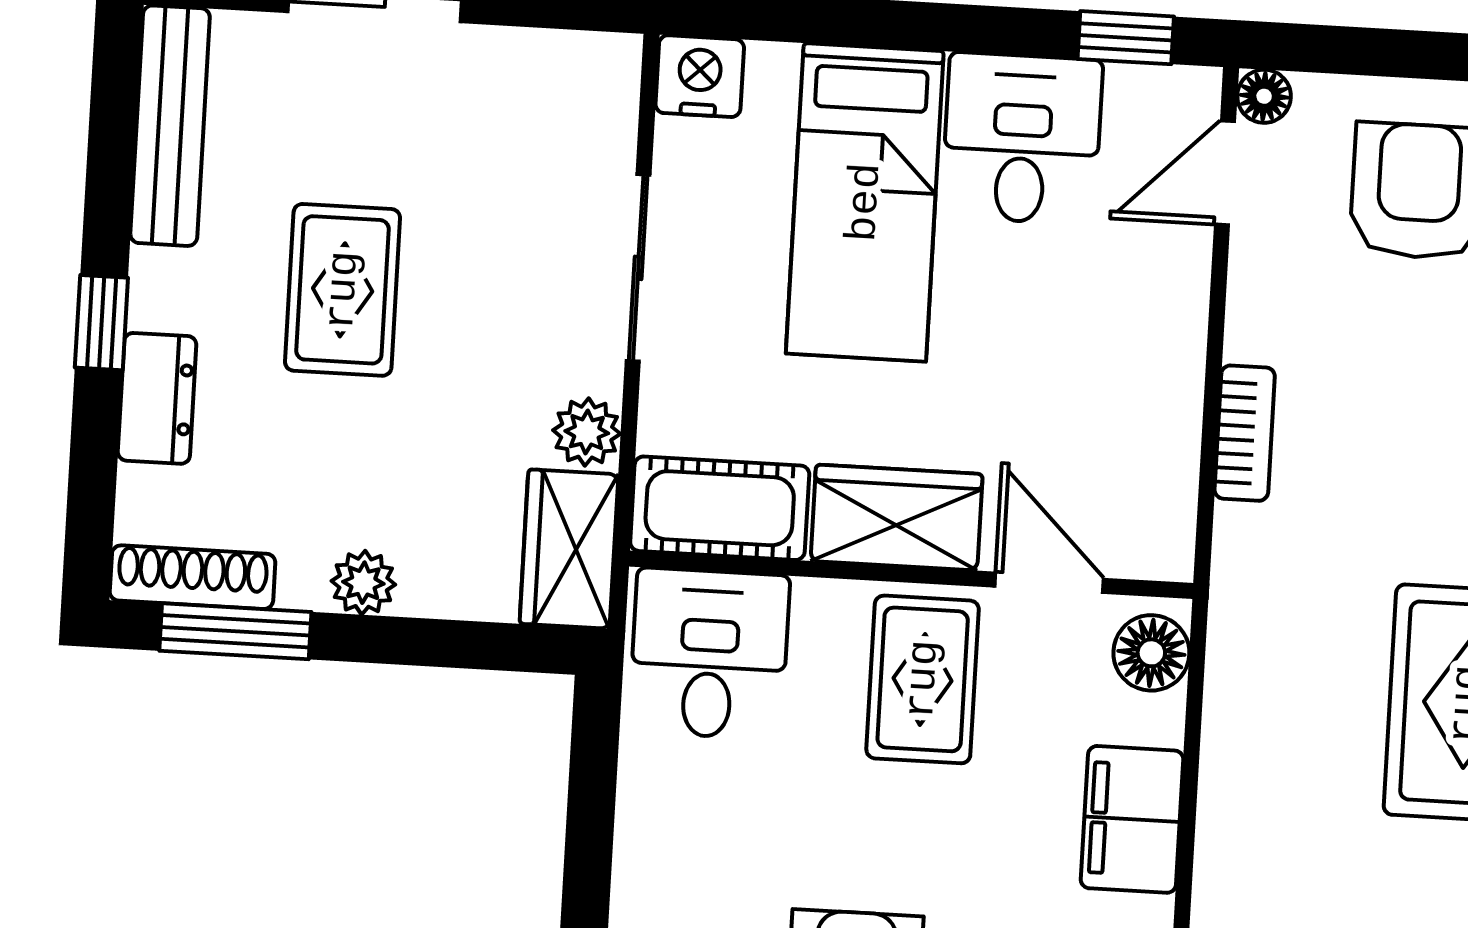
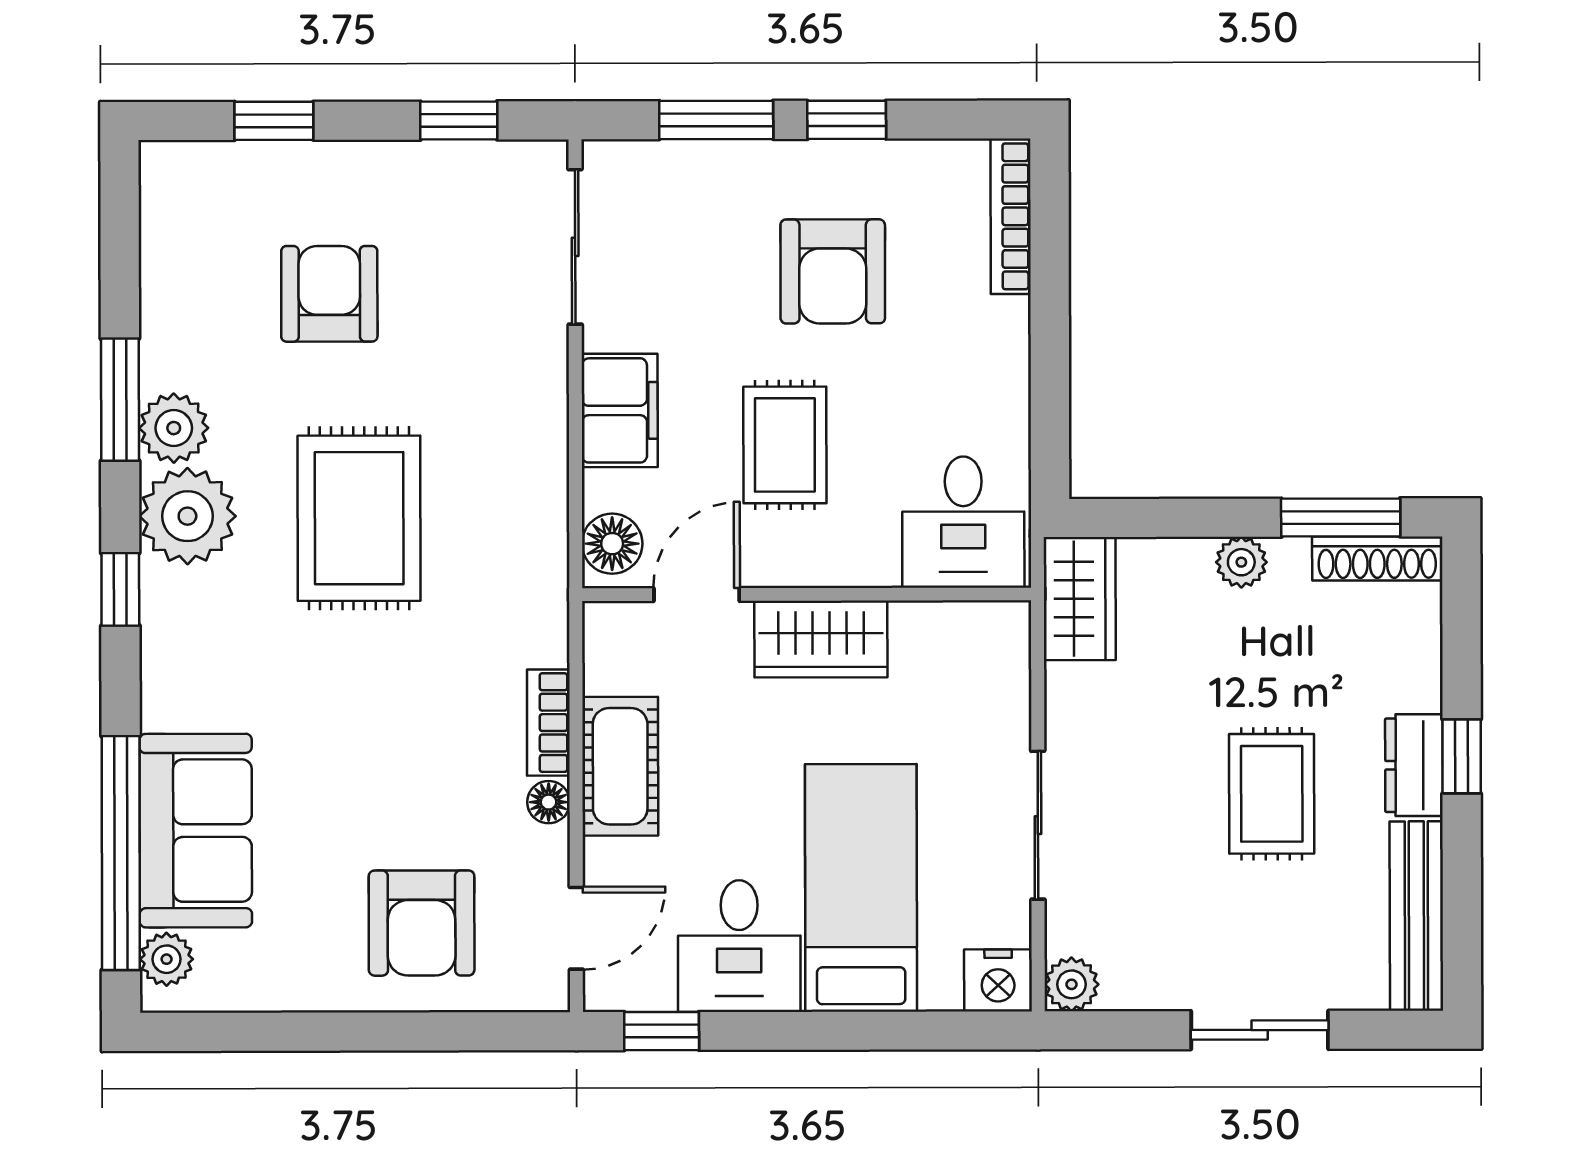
floor lamp: (1264, 96) -> (549, 802), moved
dresser: (157, 398) -> (1414, 765), moved
plant: (587, 432) -> (1072, 984), moved
cot: (720, 508) -> (620, 766), moved, turned 90
door: (1049, 583) -> (697, 595), swing flipped
rug: (923, 679) -> (785, 445), moved

